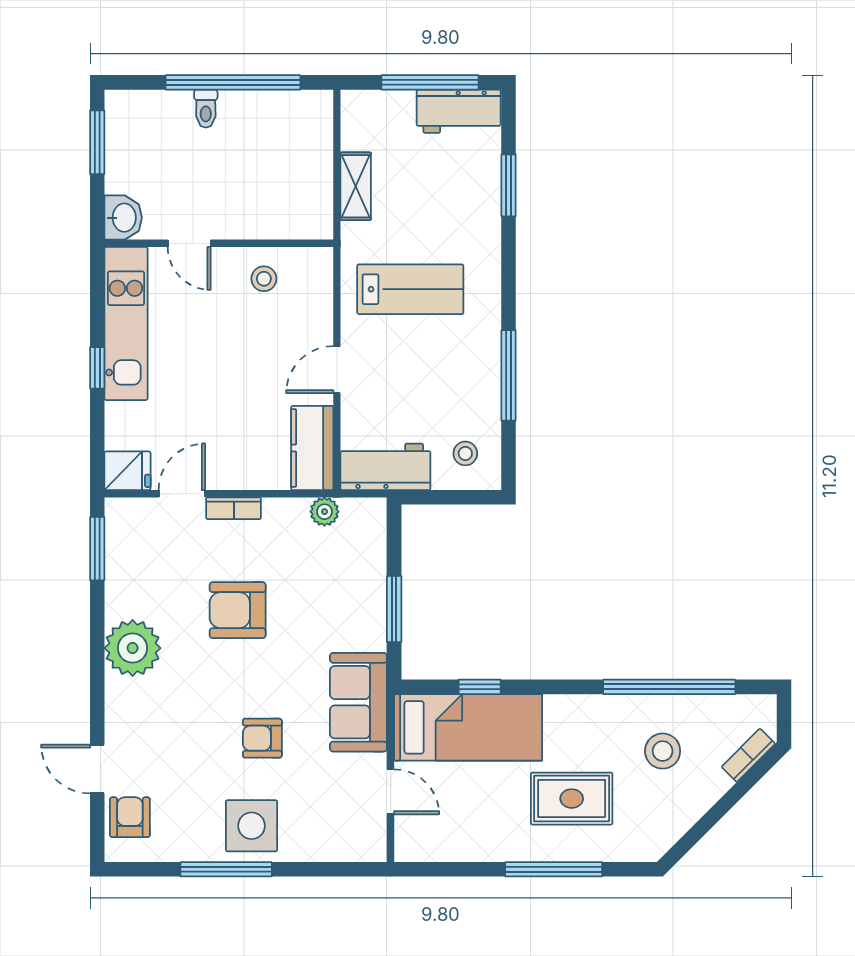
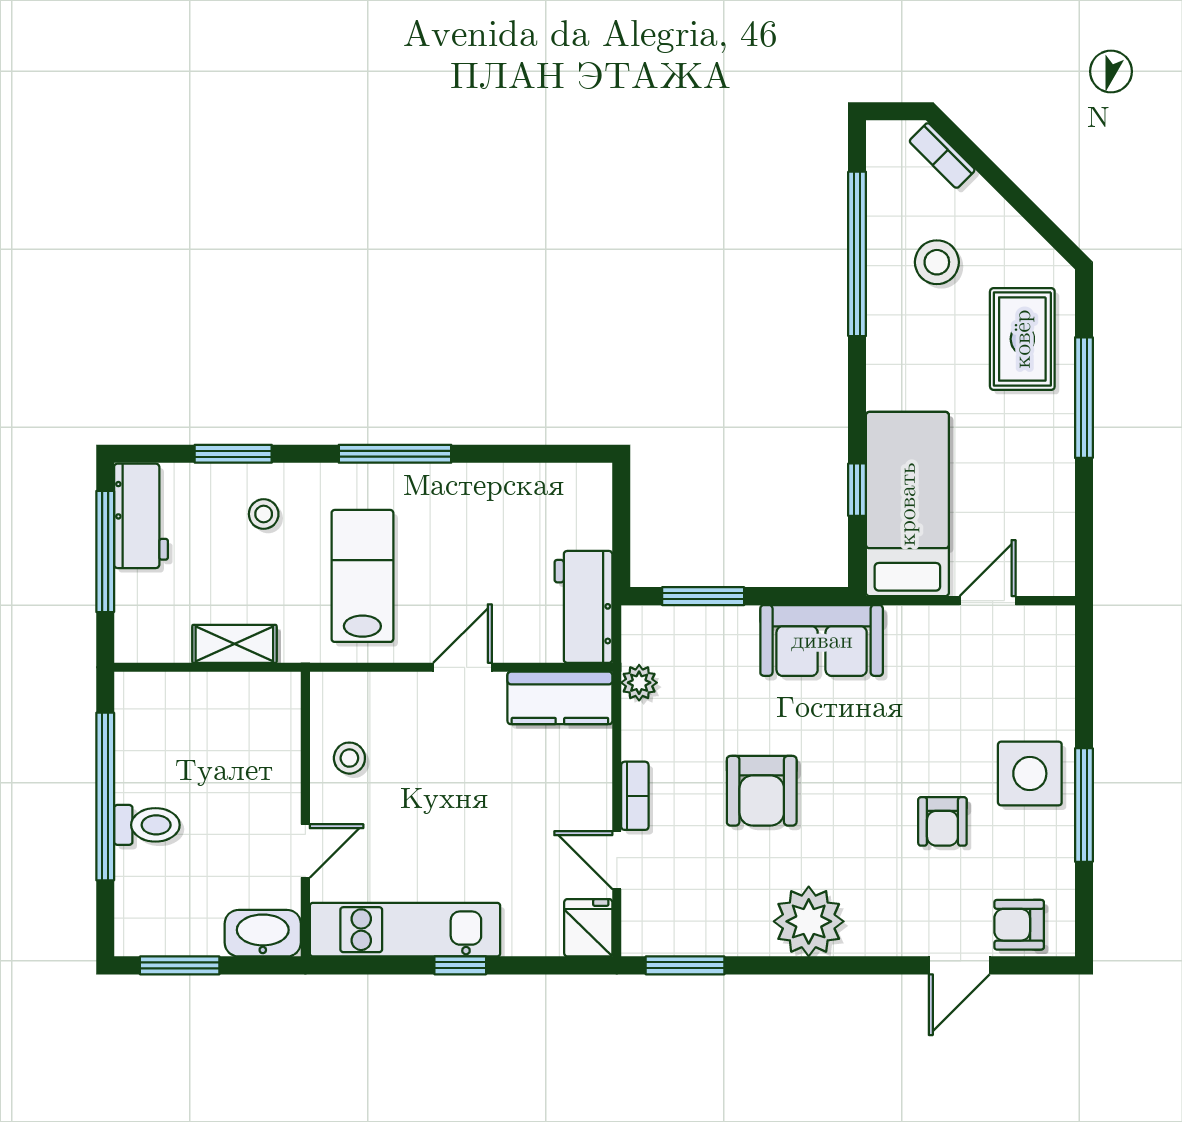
toilet: (206, 109) -> (147, 825), width x1.37, depth x1.39
washbasin: (123, 218) -> (263, 933), width x1.38
door: (337, 370) -> (463, 667), swing flipped
window: (509, 375) -> (395, 454), moved
stool: (465, 453) -> (264, 514), moved
window: (394, 609) -> (703, 596), moved
sofa: (358, 702) -> (822, 640), moved
armchair: (262, 738) -> (942, 821), moved
rug: (572, 799) -> (1022, 339), moved

